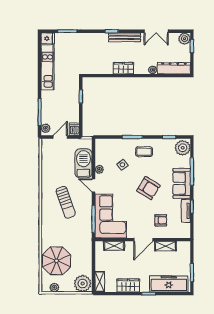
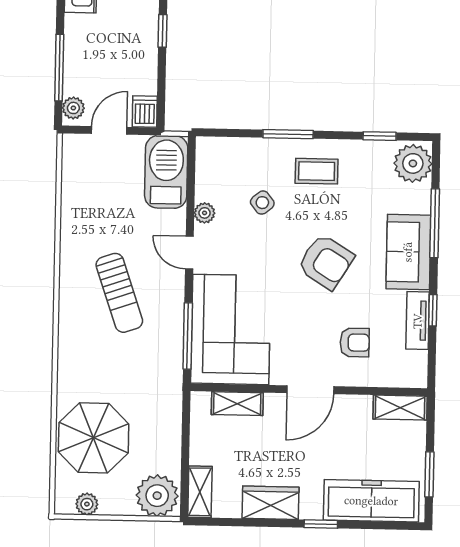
barbecue: (83, 163) -> (166, 172), moved
shelving: (165, 246) -> (400, 408), moved

